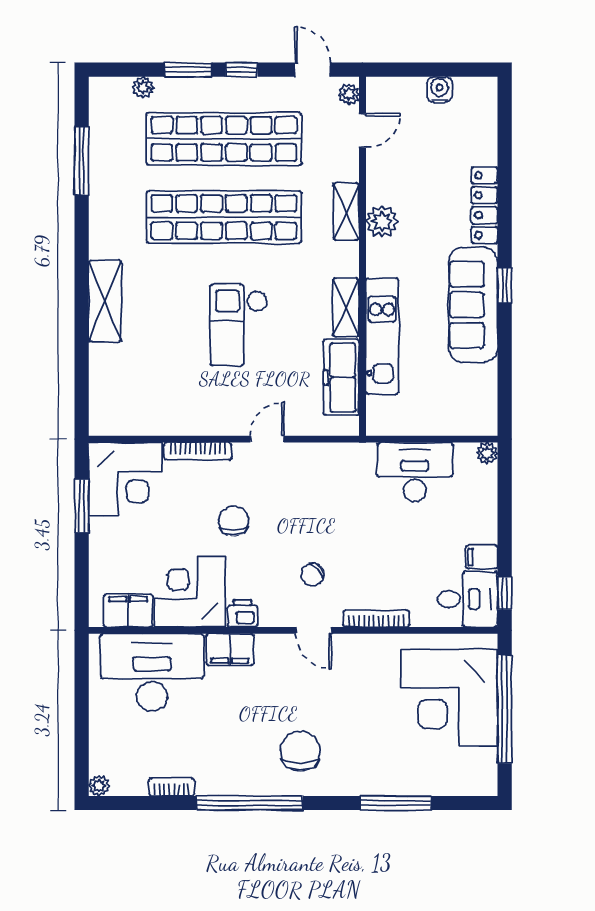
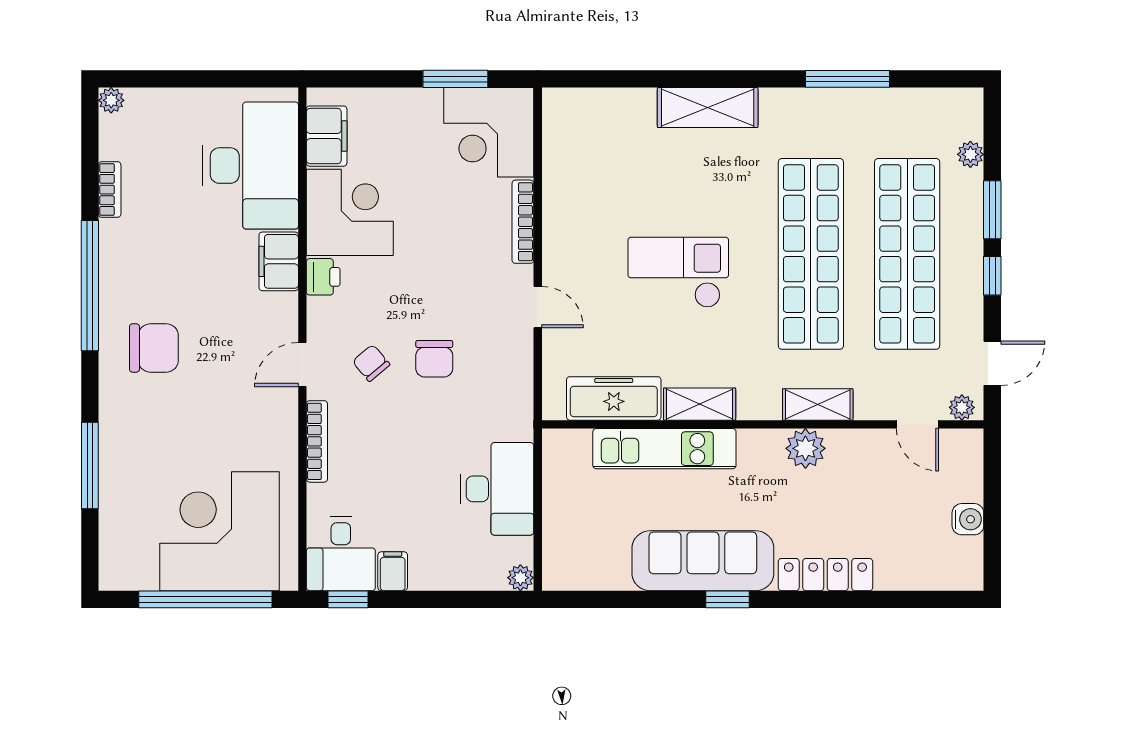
window: (82, 161) -> (848, 79), moved
chair: (234, 521) -> (434, 359), moved, turned 90

